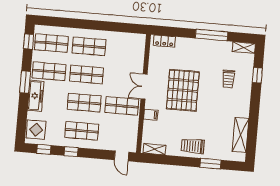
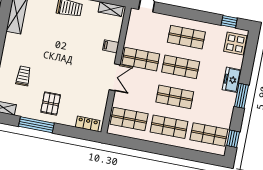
shop shelf: (49, 71) -> (129, 119), moved
pallet: (183, 90) -> (51, 103), moved, width x0.49, depth x0.50
freezer: (36, 96) -> (232, 80), width x0.71
window: (71, 152) -> (200, 16), removed

